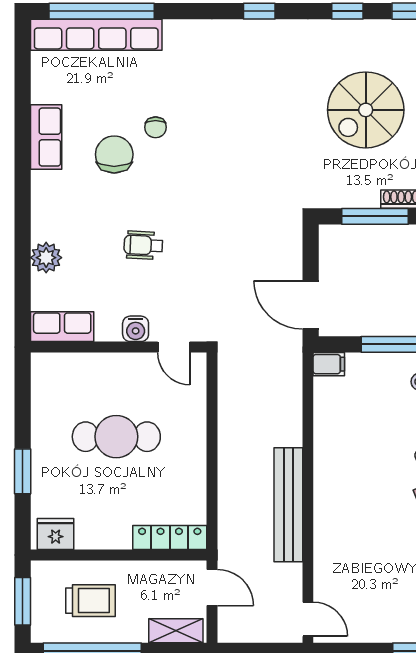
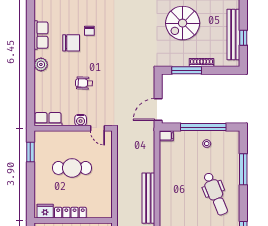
chair: (114, 154) -> (71, 43), turned 90
plant: (46, 258) -> (41, 64), moved
door: (311, 305) -> (158, 109), hinge flipped
window: (23, 471) -> (30, 152), moved
locker: (170, 537) -> (70, 213), moved

